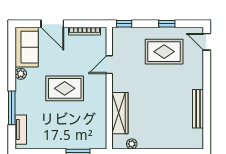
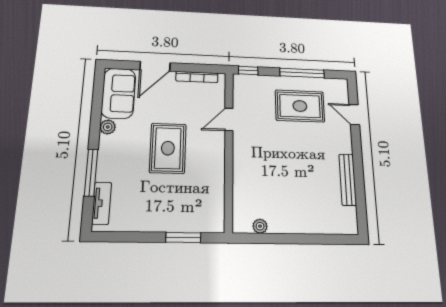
door: (52, 24) -> (155, 66), hinge flipped
window: (167, 24) -> (302, 73), width x2.17
door: (207, 42) -> (354, 115), moved
rug: (65, 88) -> (168, 148), turned 90
wardrobe: (120, 113) -> (243, 183), removed

